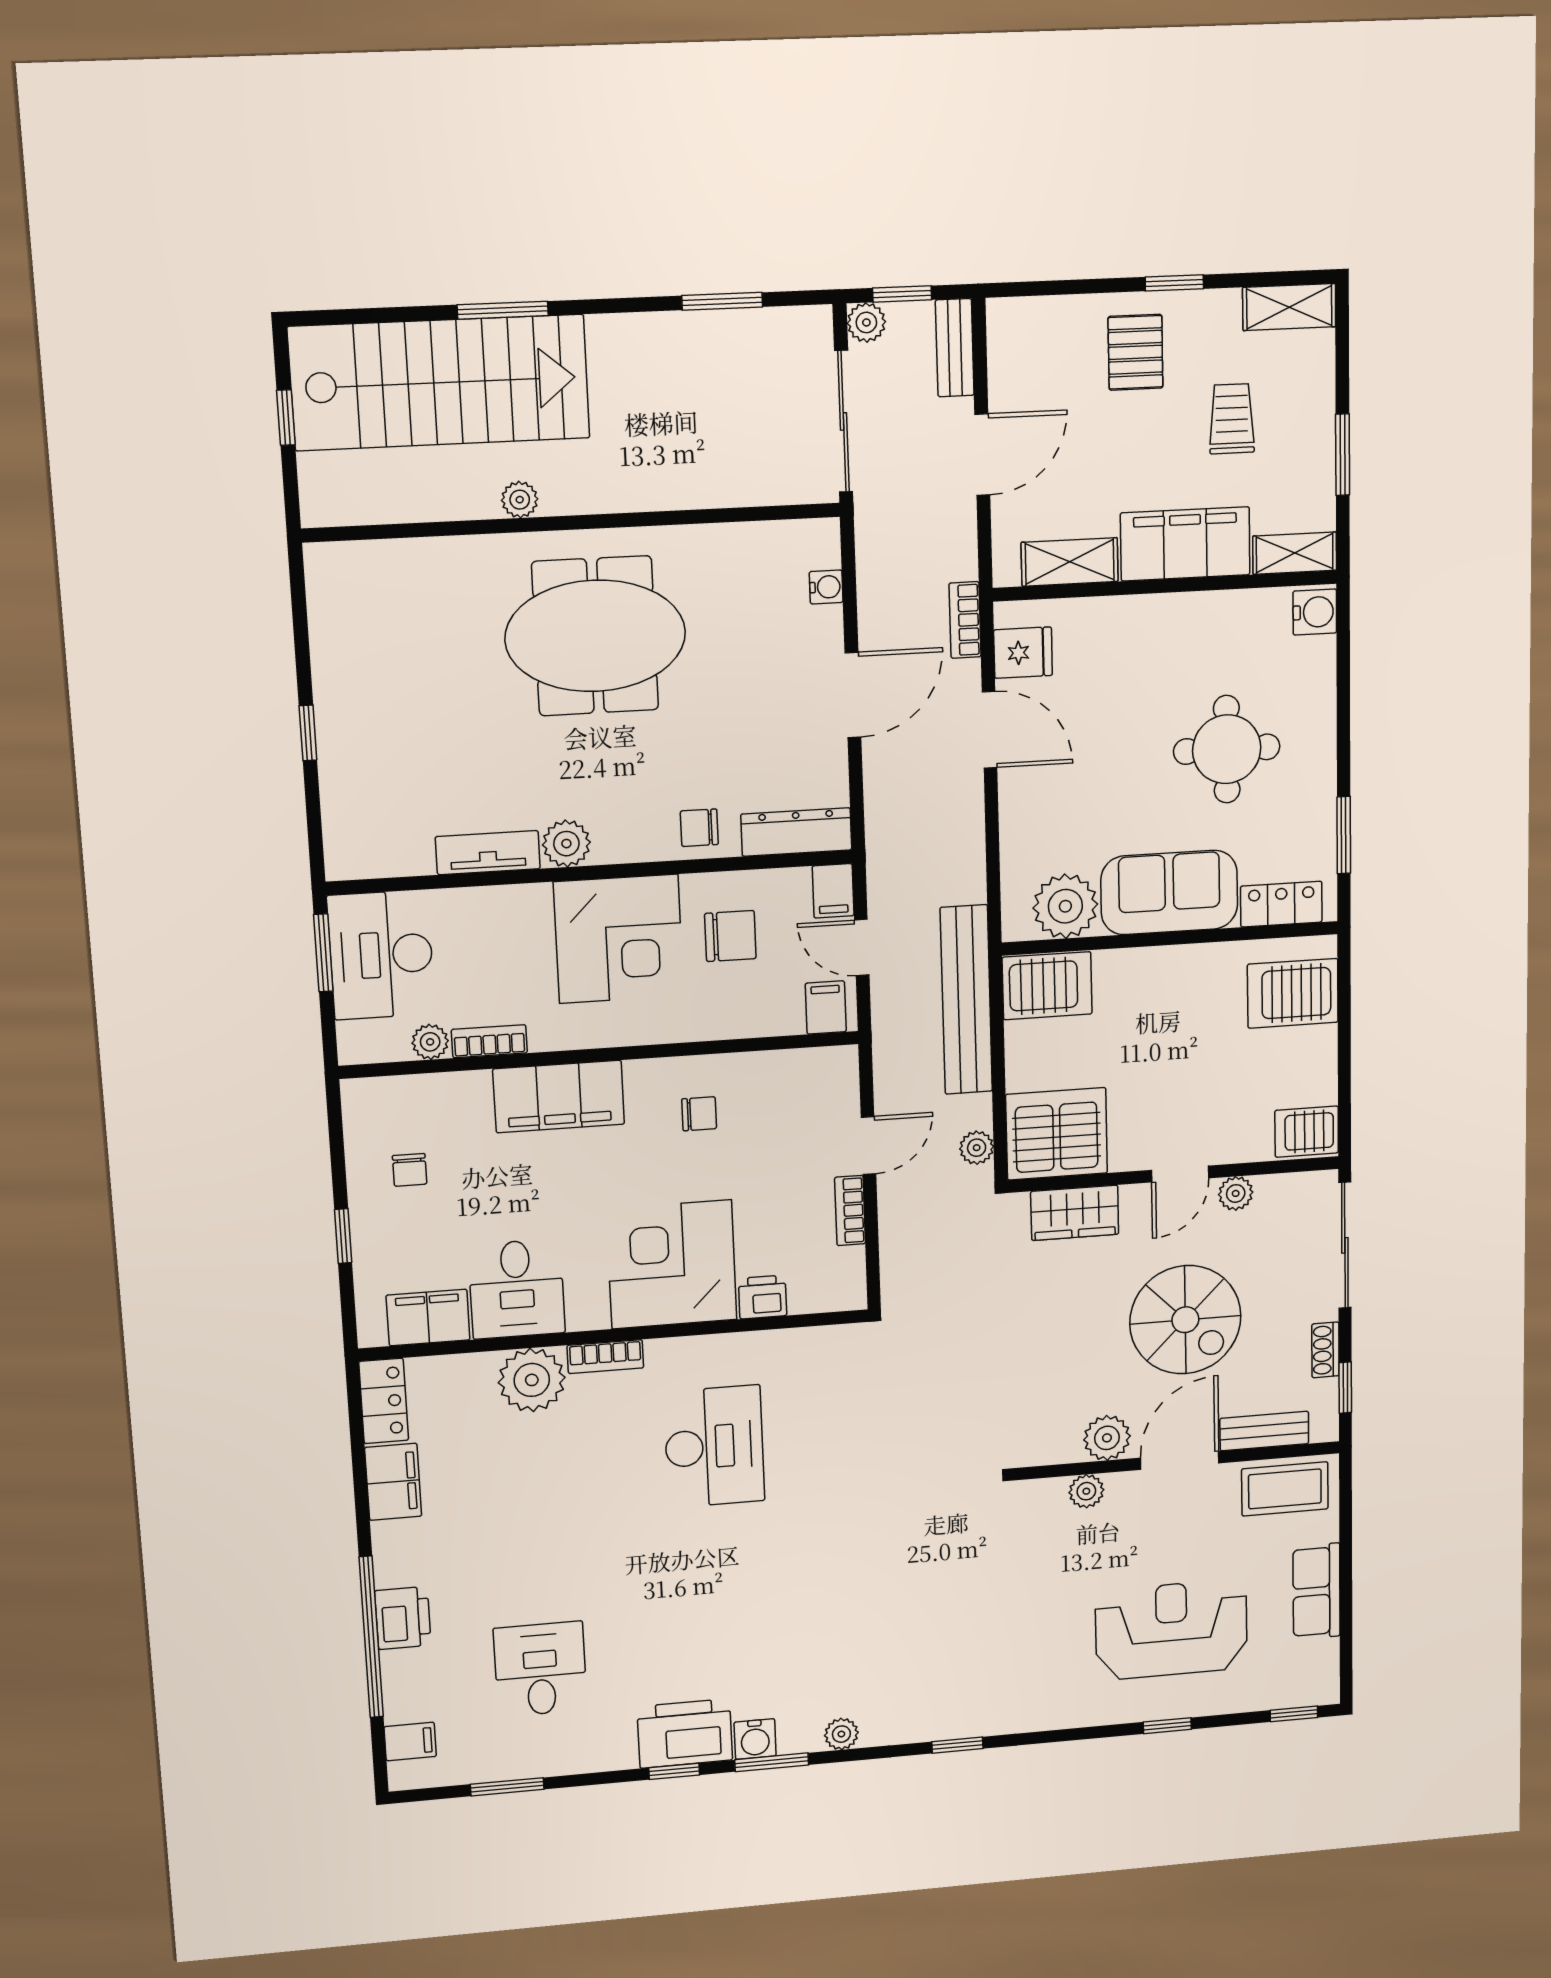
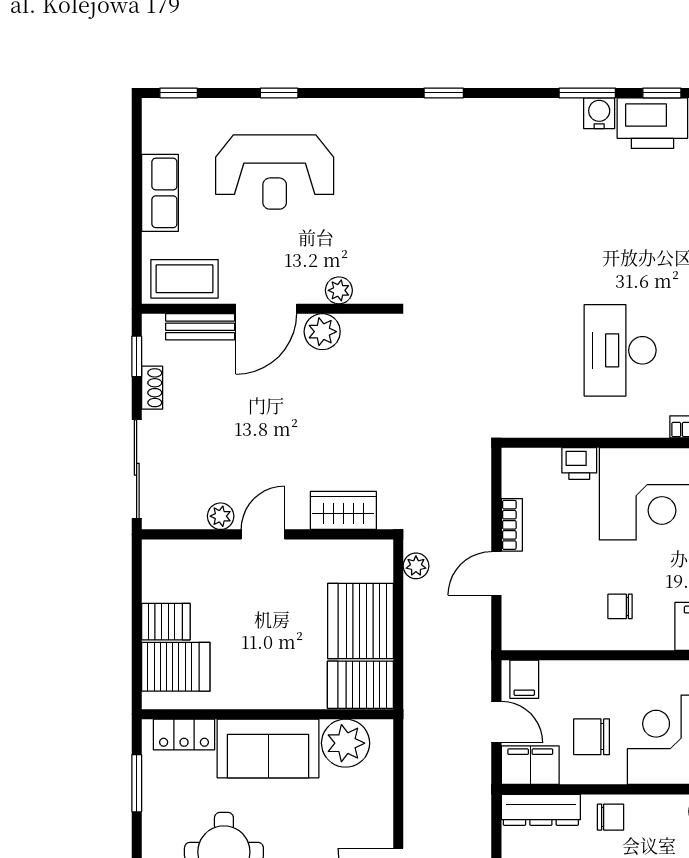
filing cabinet: (833, 891) -> (530, 765), width x2.00
bench: (966, 1000) -> (421, 678), removed
server rack: (1307, 1132) -> (166, 622), moved
server rack: (1057, 1134) -> (360, 621), moved, turned 90
spiral stairs: (1185, 1320) -> (260, 420), removed
plant: (841, 1734) -> (533, 111), removed

